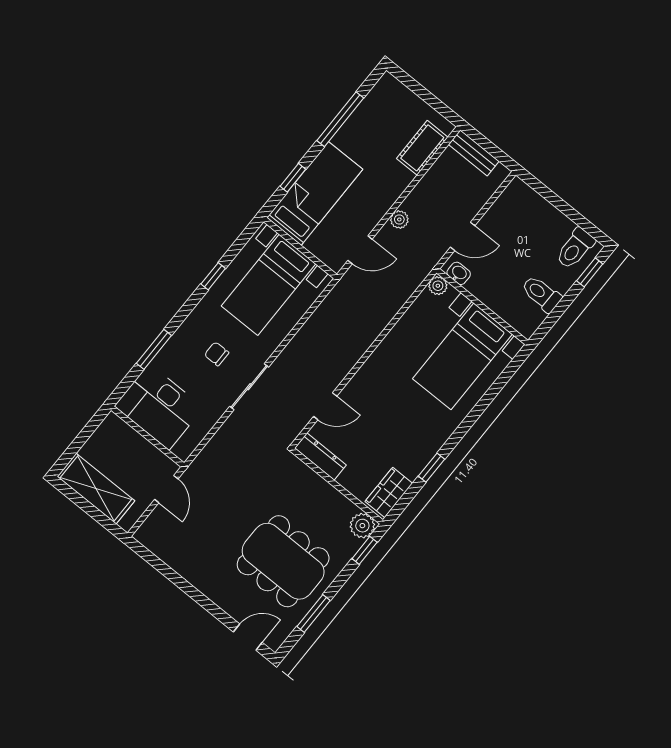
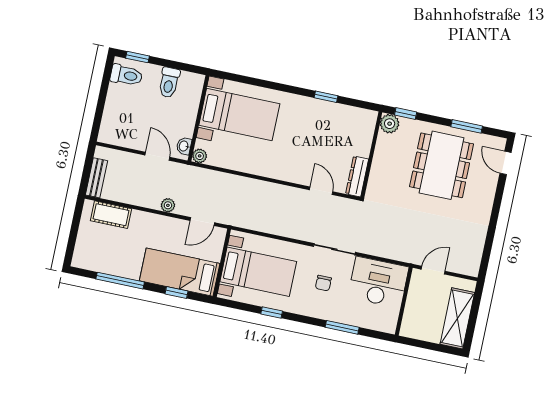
door: (360, 250) -> (202, 222), swing flipped
desk: (159, 407) -> (378, 282), moved, turned -90
wardrobe: (389, 492) -> (358, 117), removed

